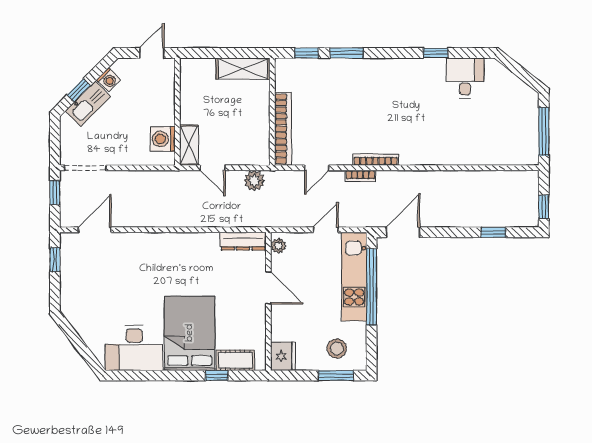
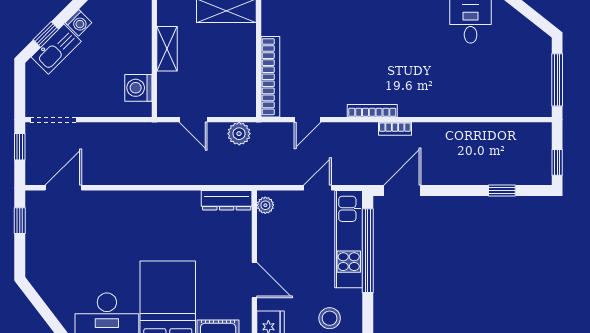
shelving: (189, 145) -> (167, 49), moved
bookcase: (360, 176) -> (395, 129), moved
door: (268, 288) -> (254, 280), moved

